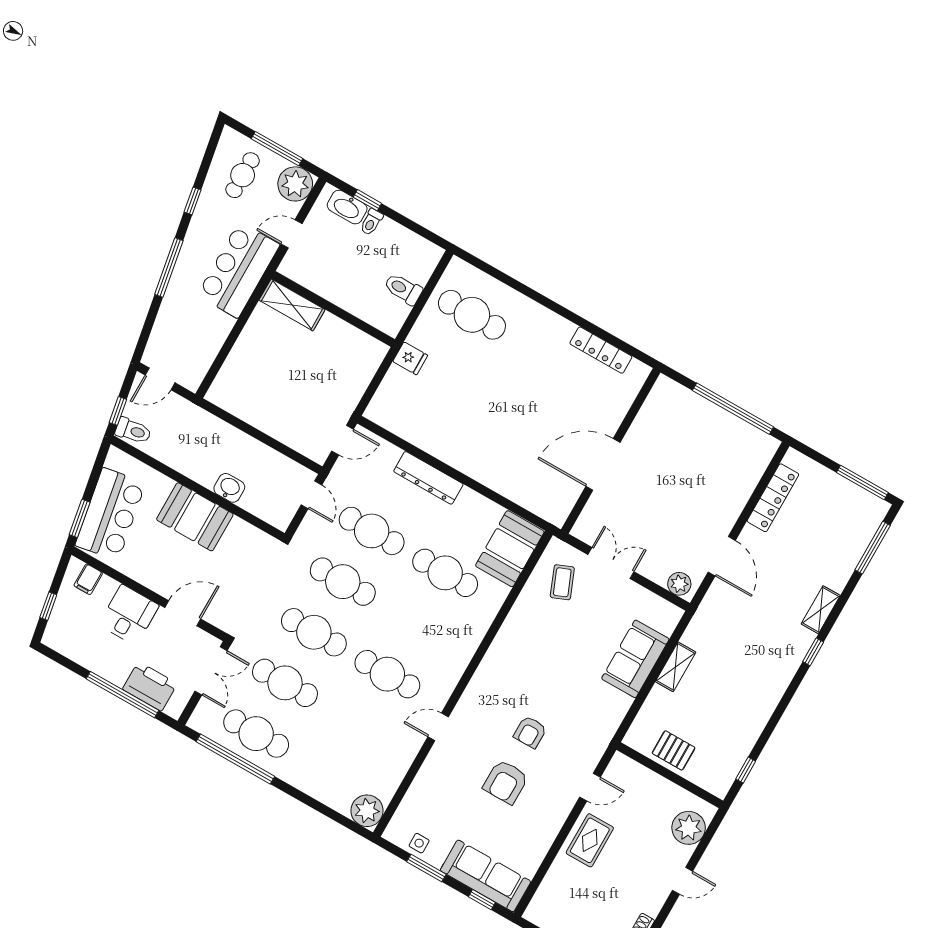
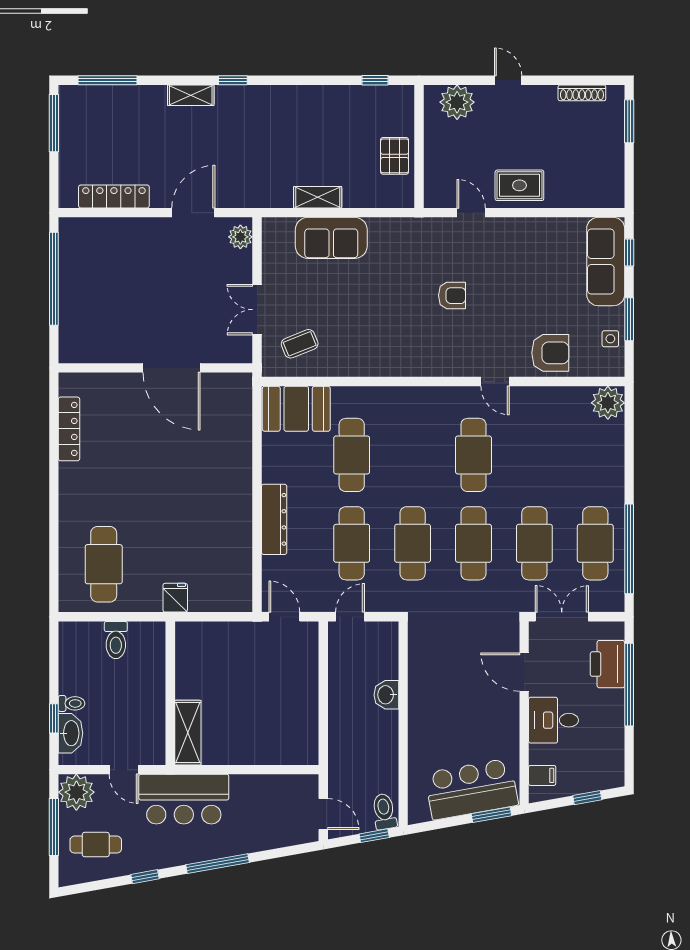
booth: (195, 517) -> (430, 711), removed
armchair: (506, 782) -> (550, 353), moved

